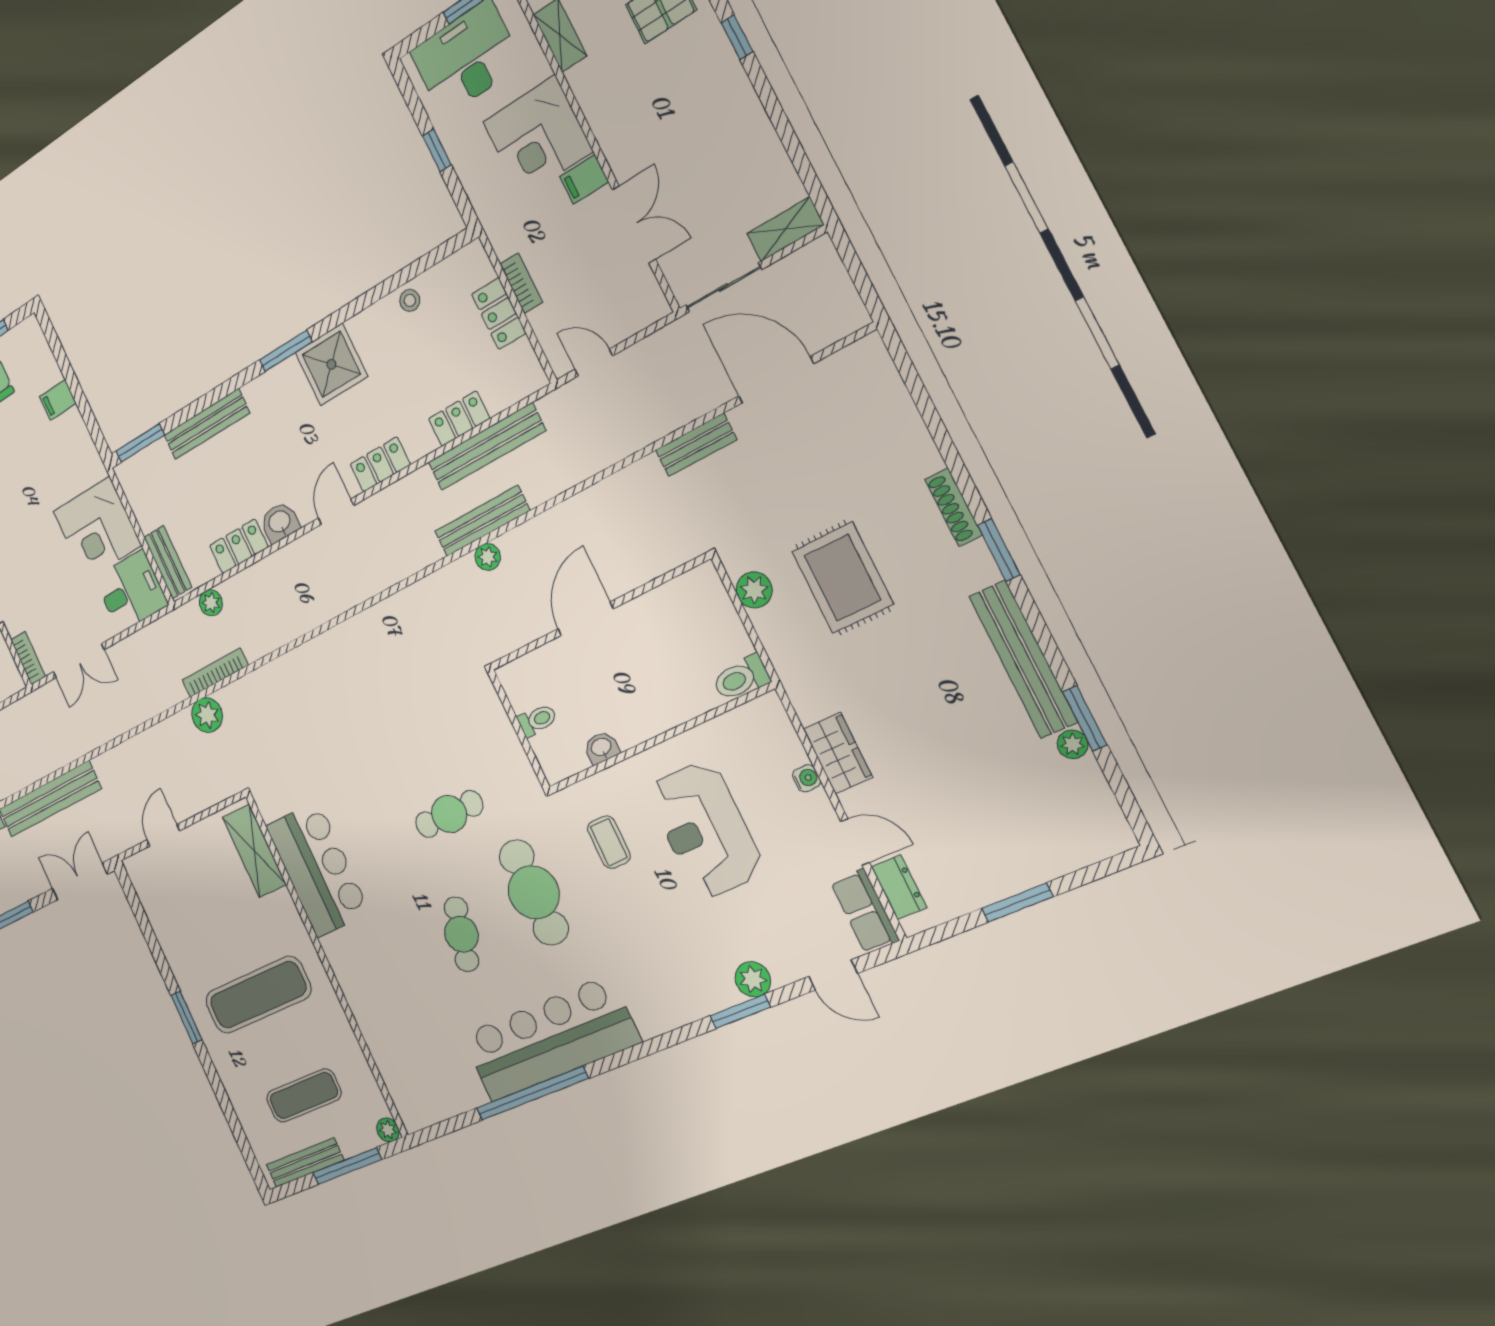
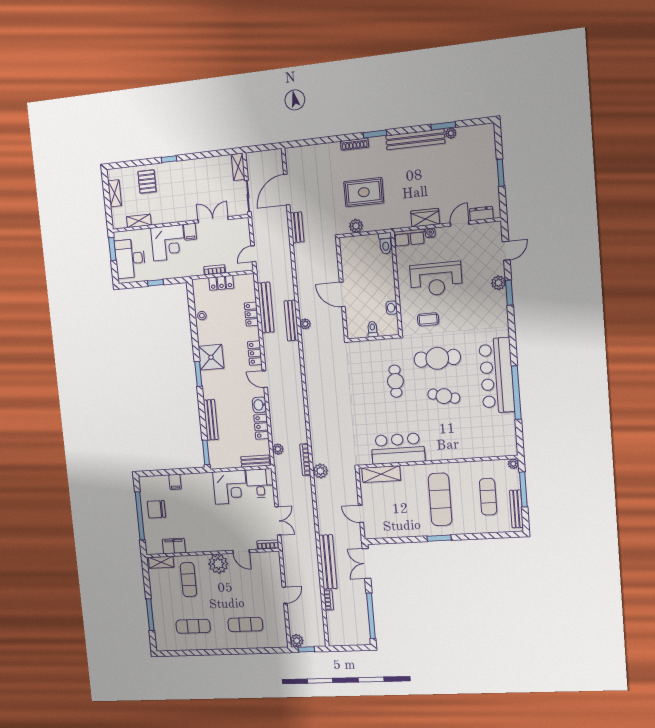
row of seats: (865, 911) -> (409, 238), moved

